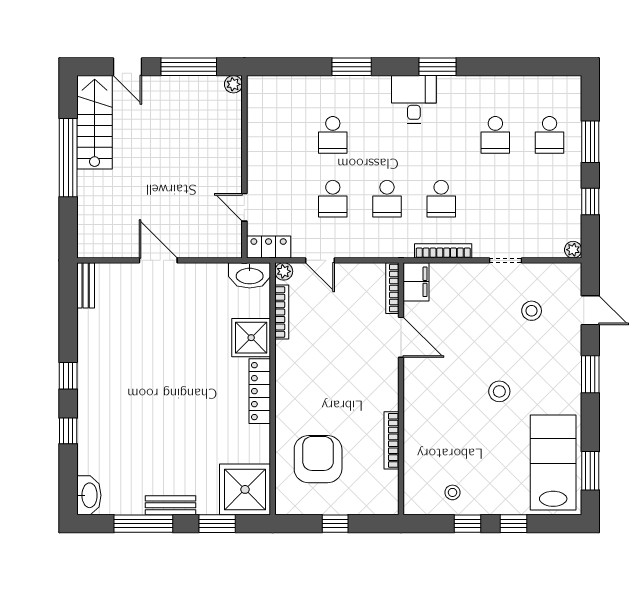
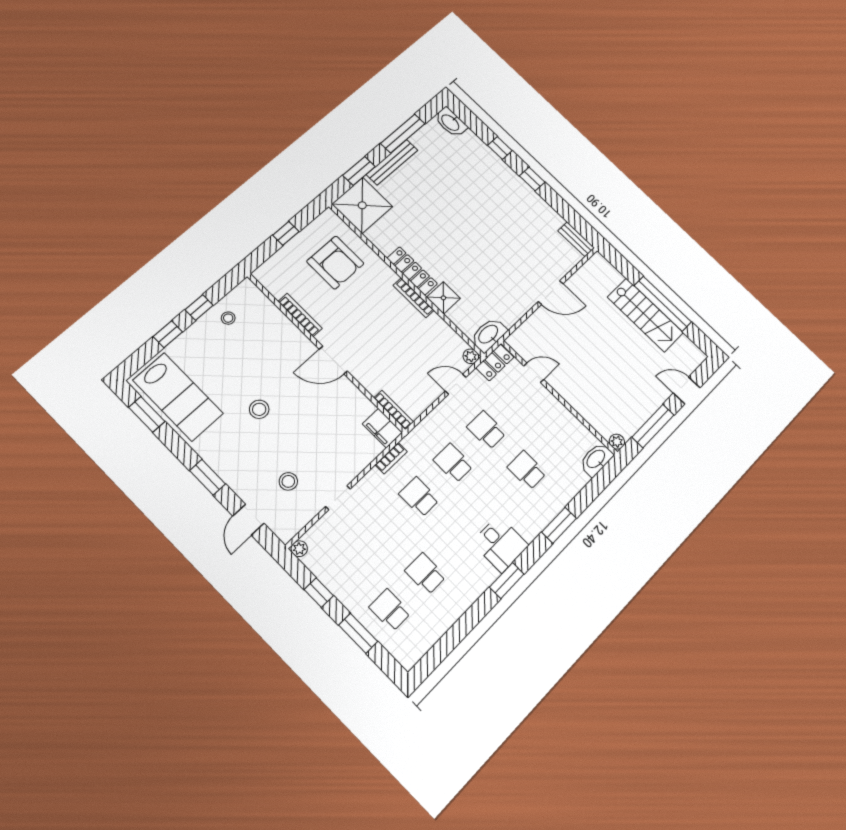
washbasin: (266, 87) -> (596, 459), added
stairs: (95, 122) -> (645, 315), moved
bookcase: (443, 251) -> (391, 458), width x0.64
door: (590, 310) -> (248, 520), hinge flipped
bookcase: (282, 312) -> (414, 298), moved
door: (401, 337) -> (333, 360), moved
shower: (251, 338) -> (443, 298), width x0.73, depth x0.73
bench: (171, 505) -> (392, 162), width x1.36

